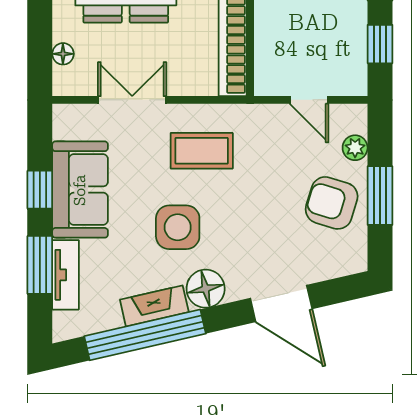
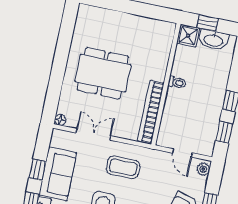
floor lamp: (63, 54) -> (60, 120), moved
plant: (355, 148) -> (203, 169), moved

